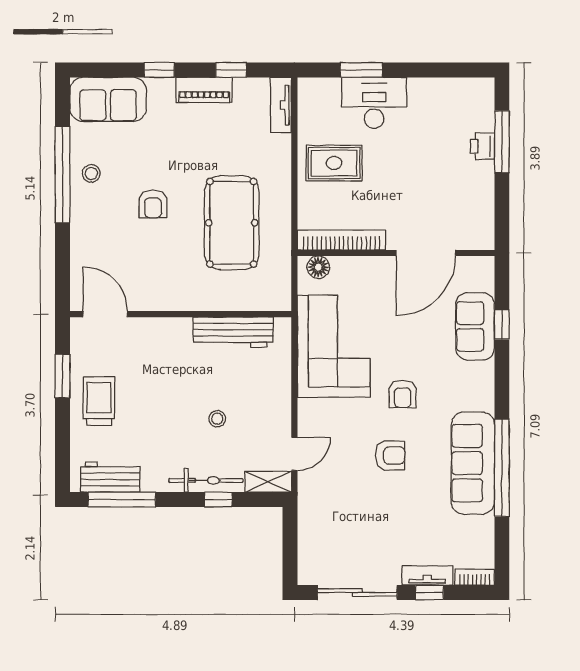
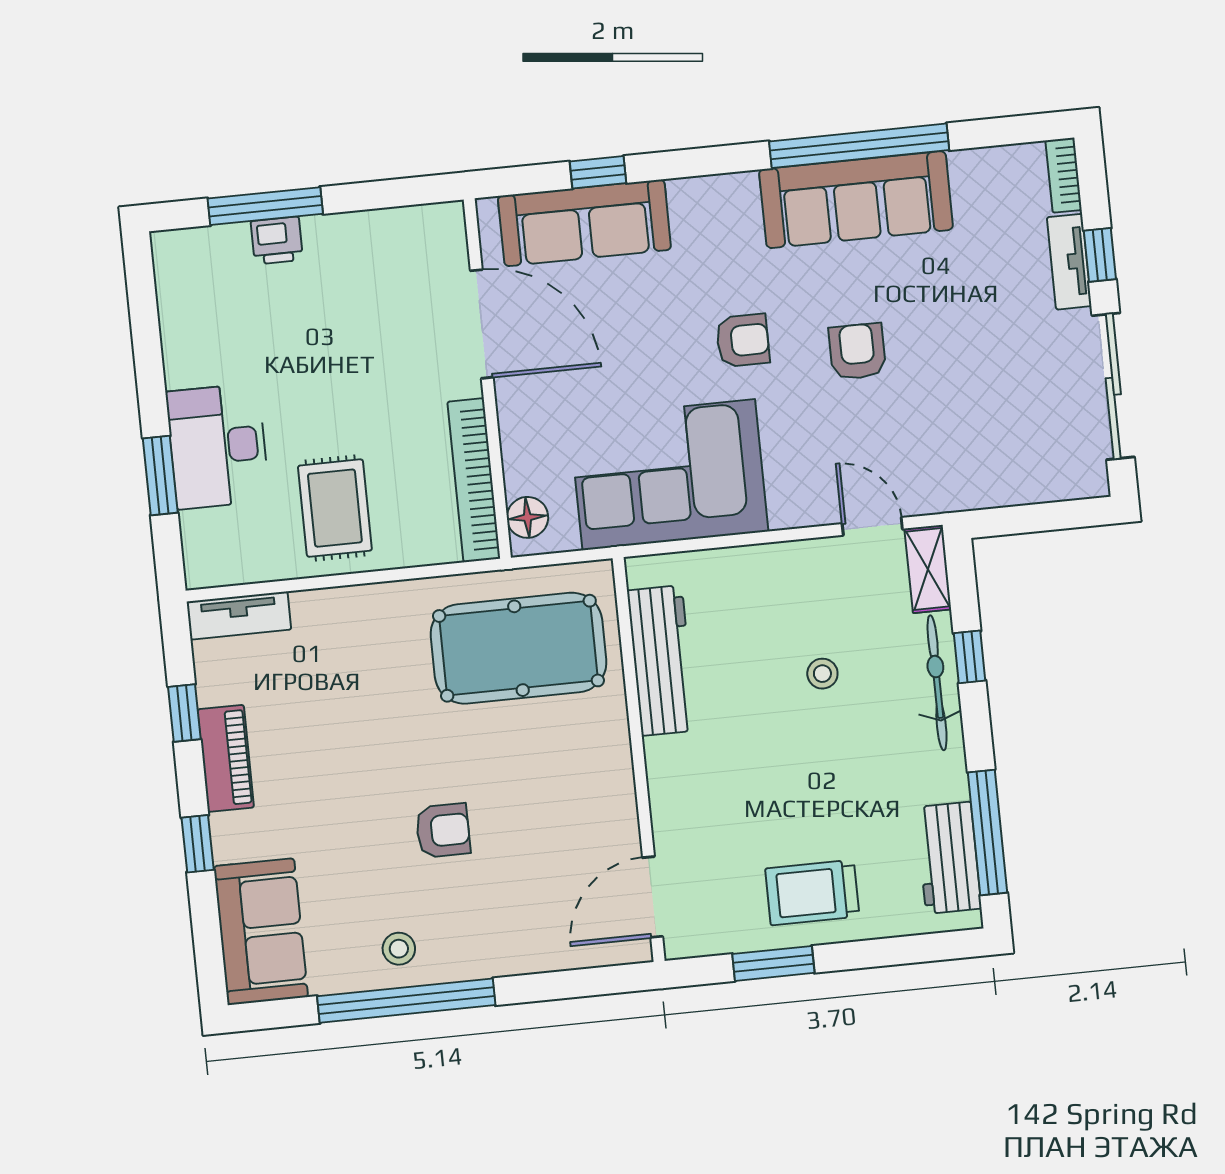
pool table: (232, 223) -> (518, 648), moved
sofa: (475, 326) -> (584, 223), width x1.36

